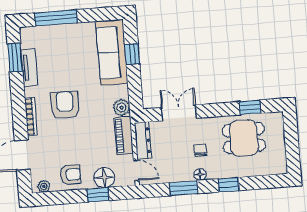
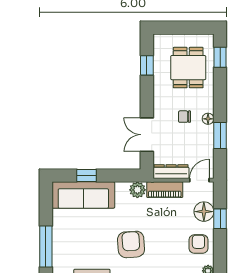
armchair: (65, 105) -> (131, 244), turned 86
dining table: (244, 138) -> (188, 68), moved
window: (228, 185) -> (220, 57), moved

